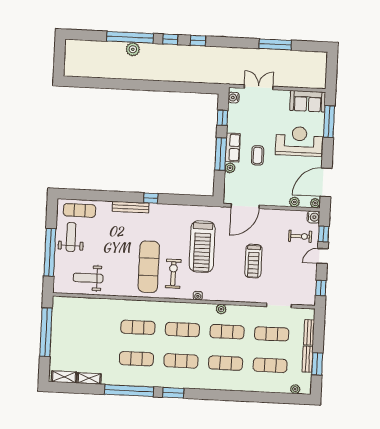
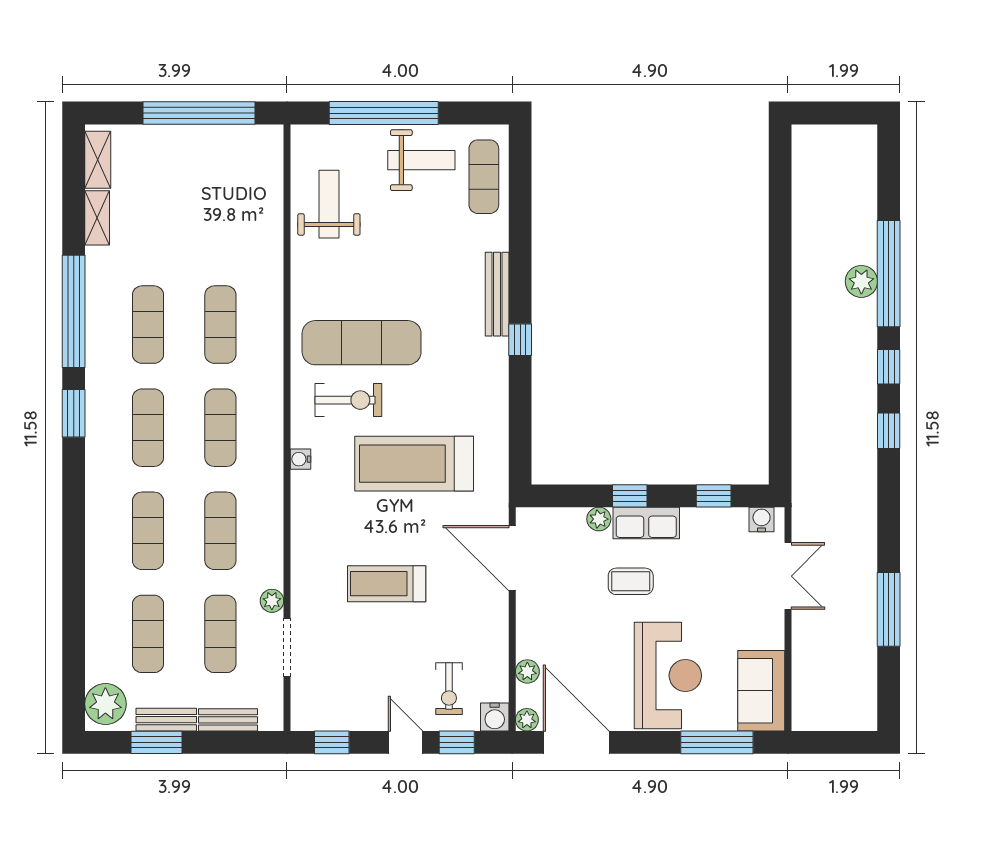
window: (221, 154) -> (630, 496), width x0.46
plant: (221, 309) -> (272, 601), moved
plant: (295, 389) -> (105, 704), width x1.88, depth x1.88

